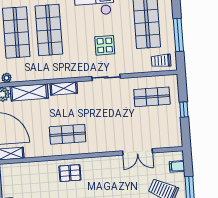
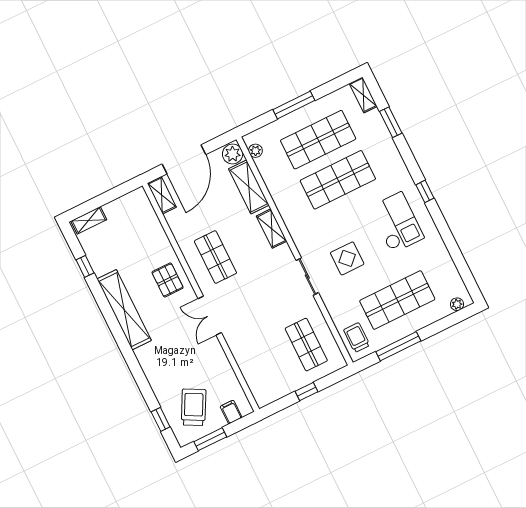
double door: (137, 152) -> (210, 316), moved

